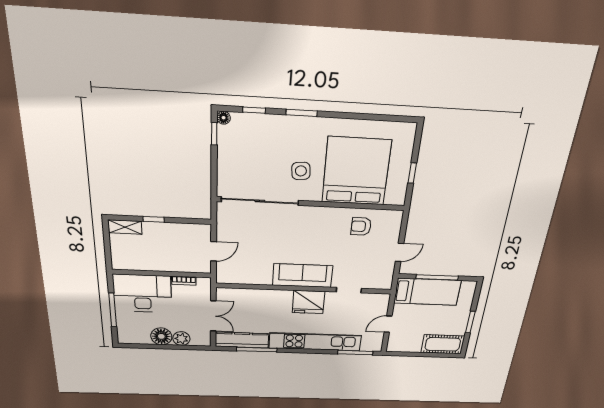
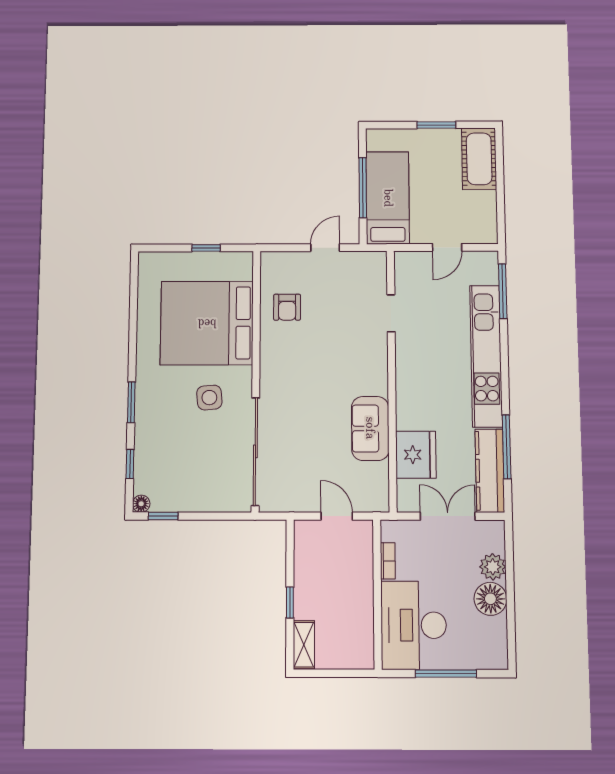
door: (400, 252) -> (325, 248), hinge flipped
sofa: (303, 276) -> (370, 428), moved, width x0.73
fridge: (308, 302) -> (416, 455), moved
door: (388, 324) -> (447, 247), hinge flipped

